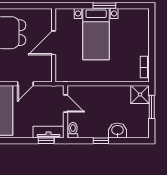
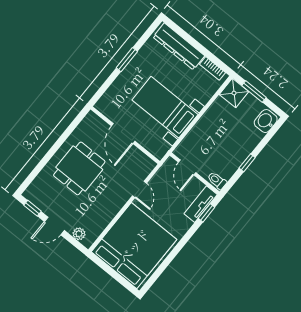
dresser: (141, 33) -> (179, 46), added
bed with nightstands: (96, 34) -> (165, 107), moved, turned 180
door: (66, 103) -> (187, 167), swing flipped
washbasin: (117, 130) -> (266, 121), moved

